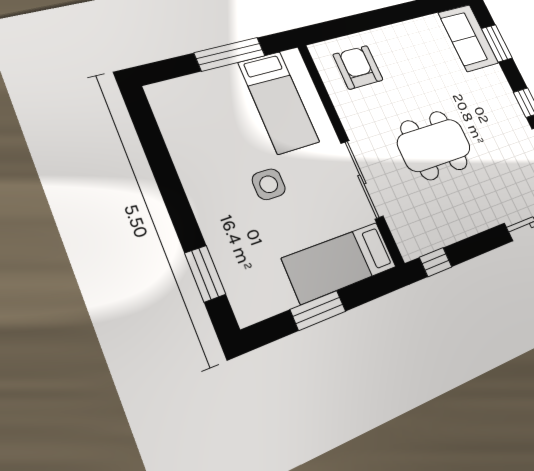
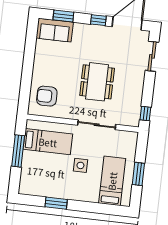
bed: (340, 262) -> (112, 181), moved, turned 180
window: (205, 274) -> (56, 203), moved

